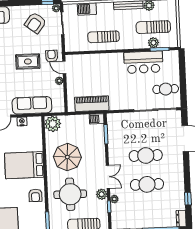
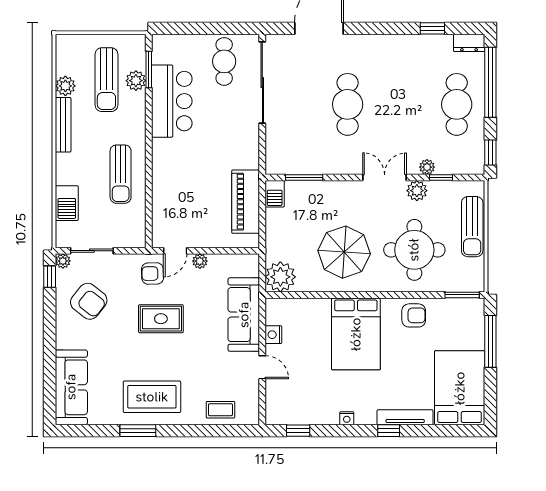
rug: (28, 61) -> (161, 319), turned 90
cafe table: (147, 184) -> (457, 104), moved

